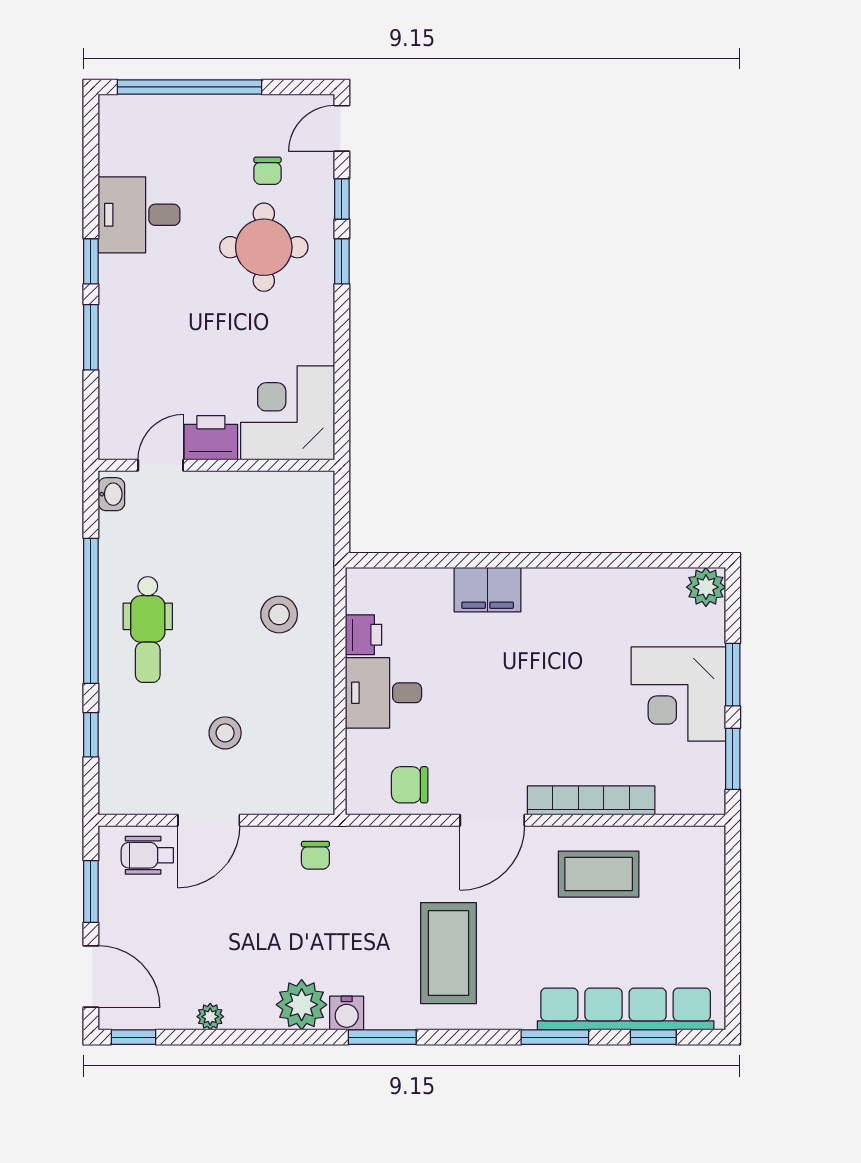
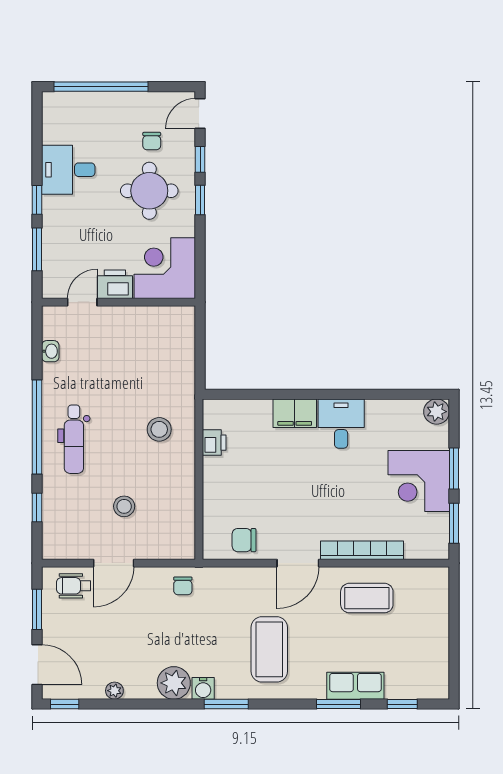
corner desk: (288, 413) -> (165, 268), moved
printer: (211, 438) -> (115, 284), moved
door: (161, 465) -> (82, 302), moved
wall: (216, 465) -> (118, 302), moved
desk: (383, 693) -> (341, 424), moved, turned 90
row of seats: (626, 1009) -> (355, 686), width x0.50

